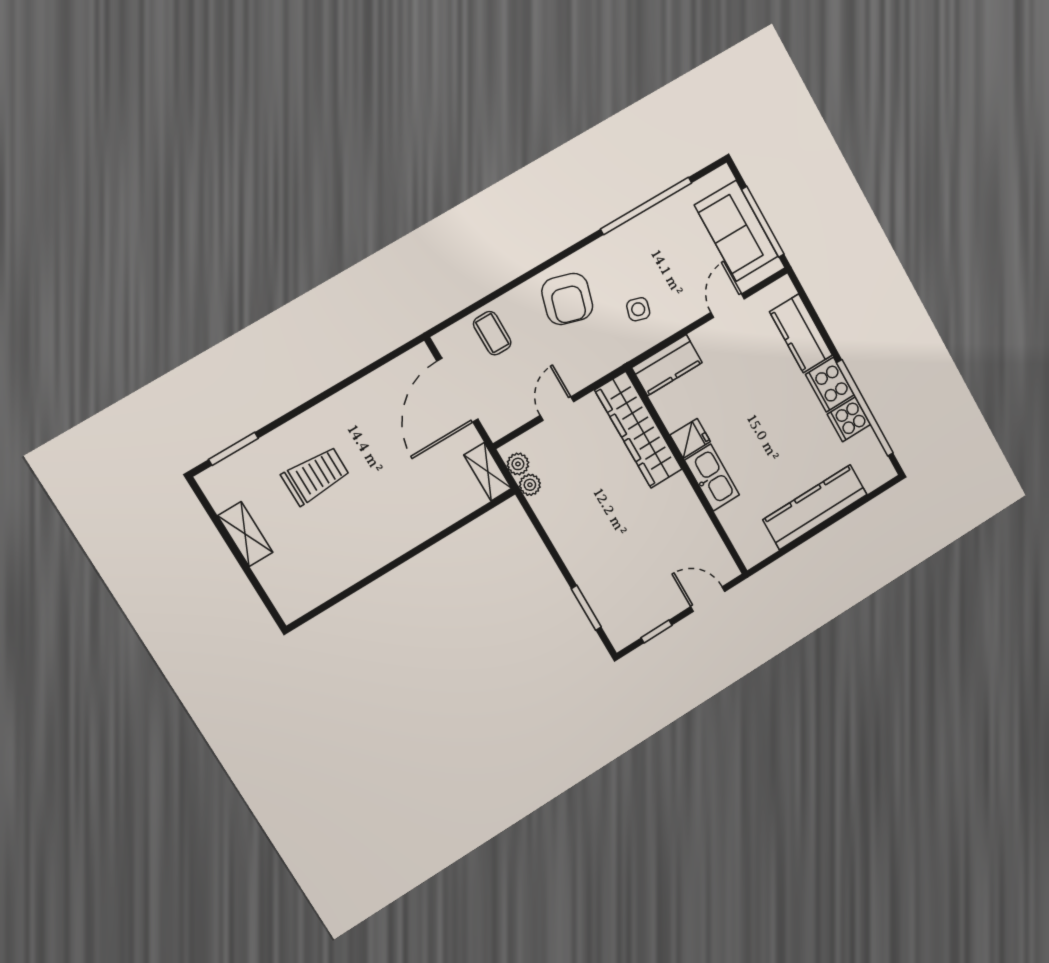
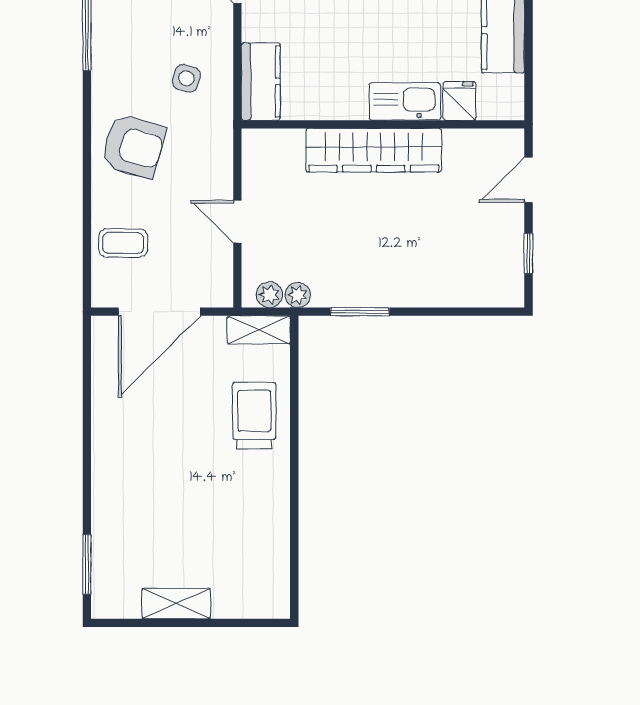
door: (457, 390) -> (159, 312), hinge flipped
wardrobe: (638, 430) -> (374, 150), moved
fridge: (690, 438) -> (459, 101), moved
trolley: (316, 476) -> (254, 416), moved
window: (586, 608) -> (360, 312), moved

